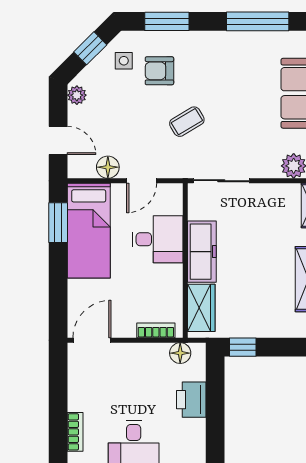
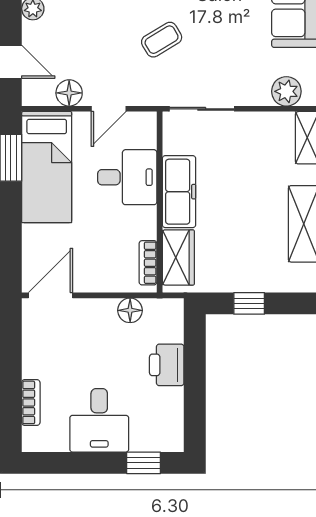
bookcase: (156, 330) -> (148, 263), moved, turned -90
window: (243, 347) -> (249, 303), moved
floor lamp: (180, 353) -> (130, 310), moved

